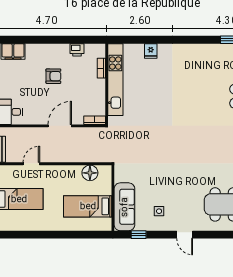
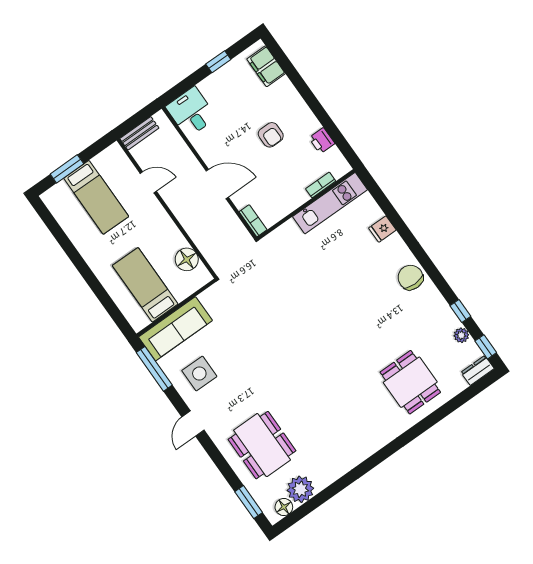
chair: (189, 54) -> (411, 277), added
kitchen unit: (115, 80) -> (330, 203), width x0.73
side table: (159, 211) -> (199, 374), width x1.87, depth x1.87
window: (139, 235) -> (154, 369), width x2.17

